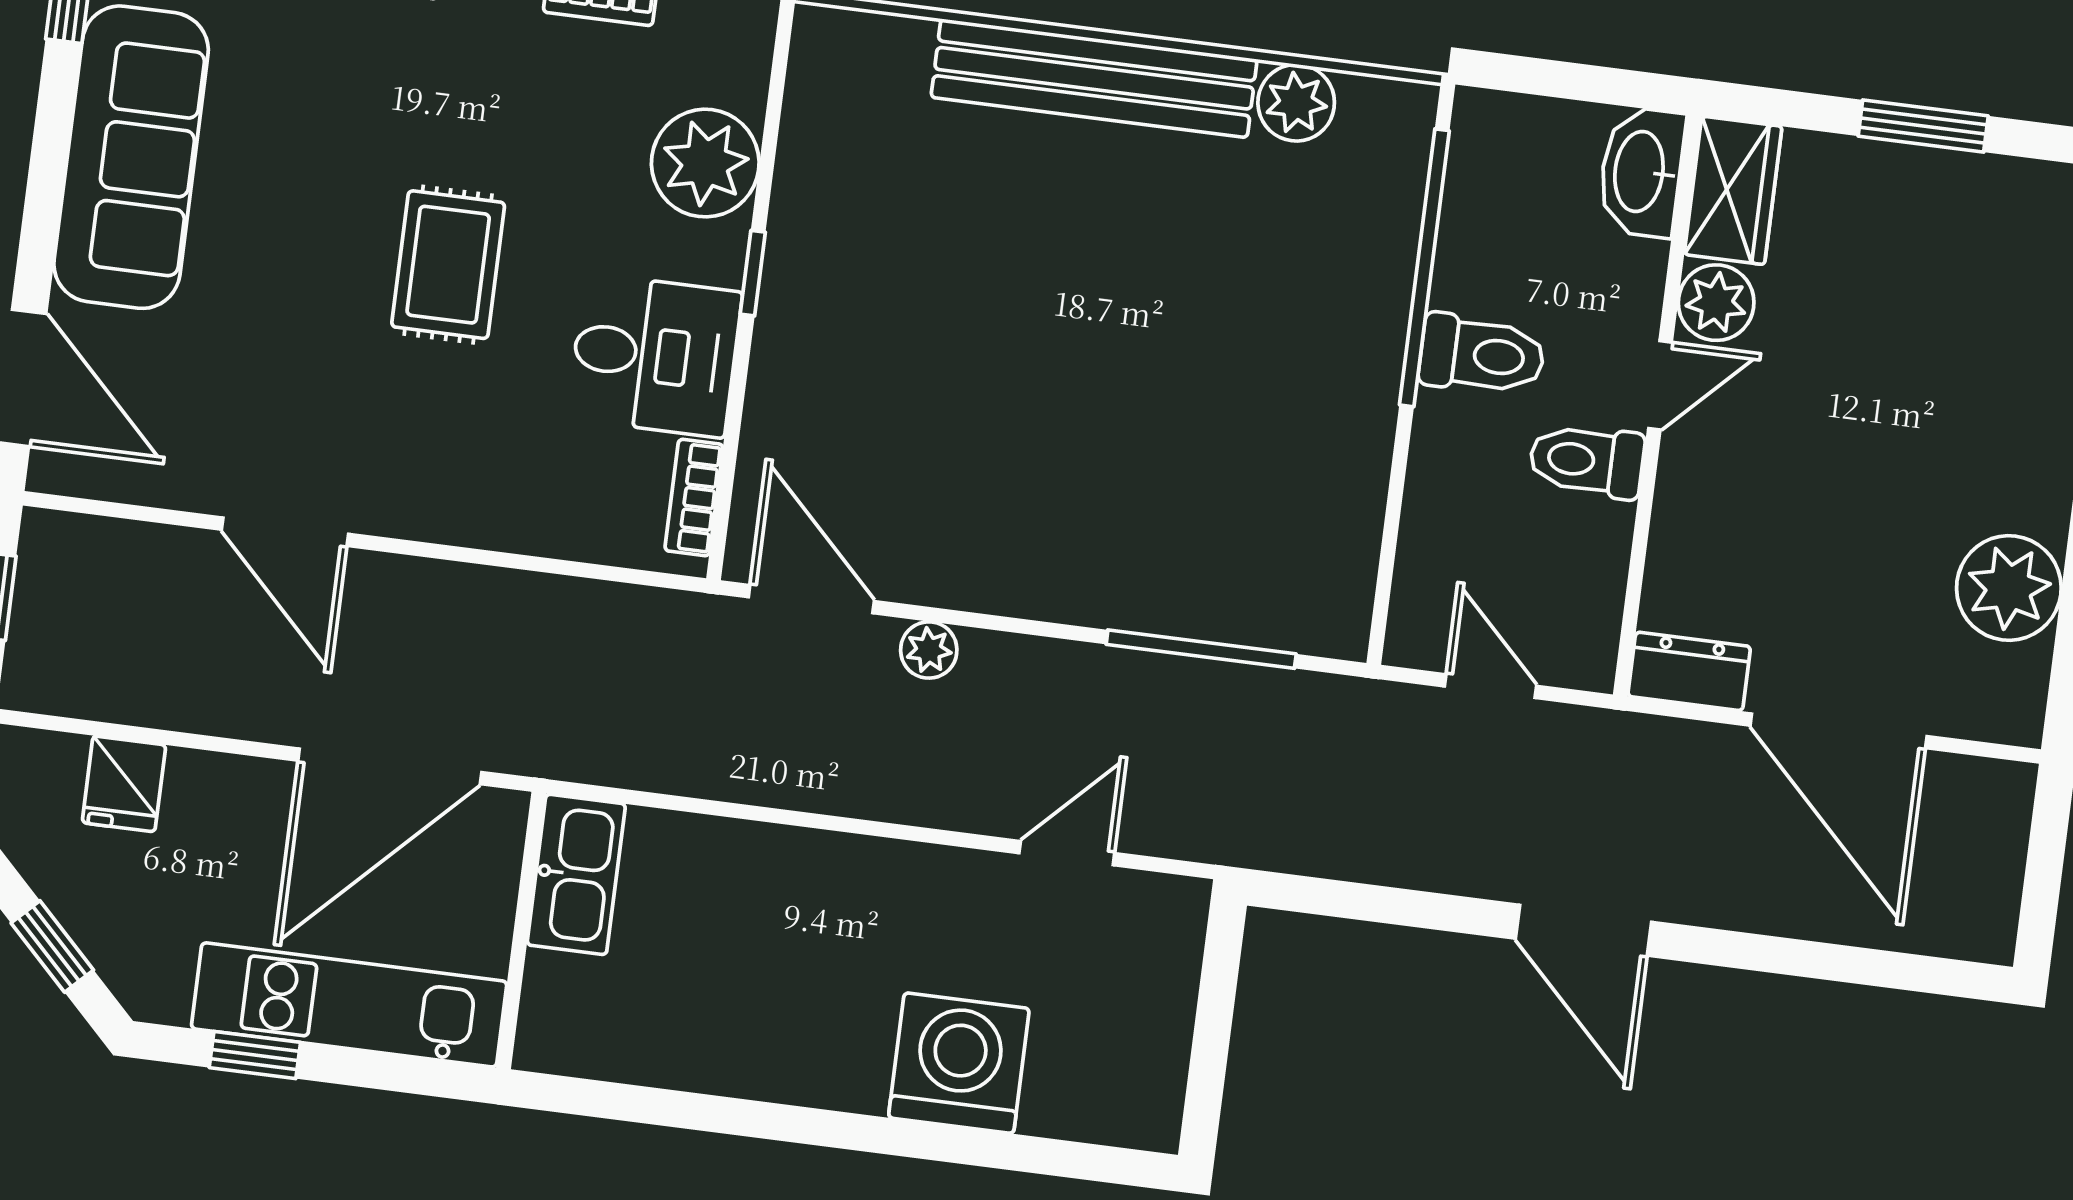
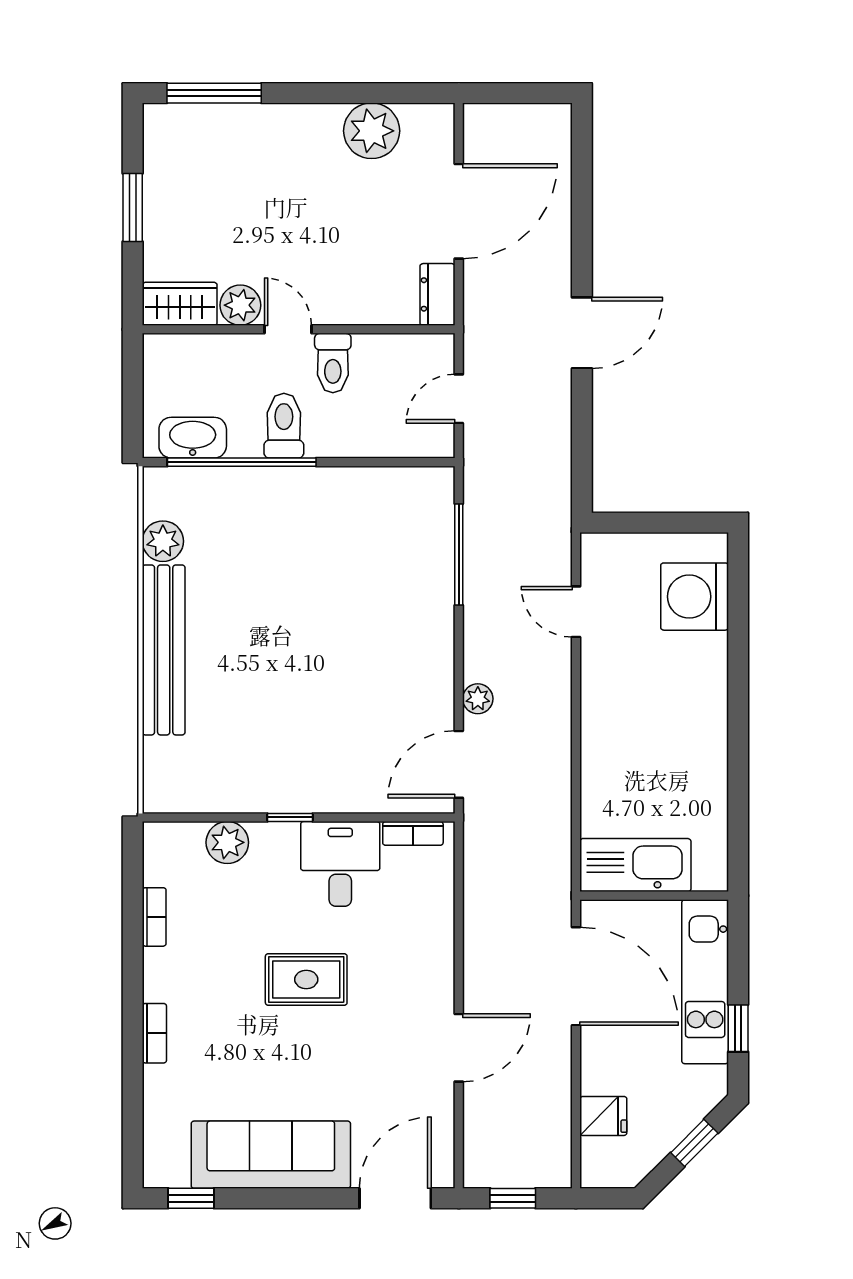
plant: (705, 163) -> (227, 842), width x0.73, depth x0.73
washbasin: (1641, 172) -> (193, 438), moved, turned 180
kitchen sink: (576, 874) -> (635, 865), width x1.36, depth x1.24
washing machine: (959, 1063) -> (695, 597), moved

